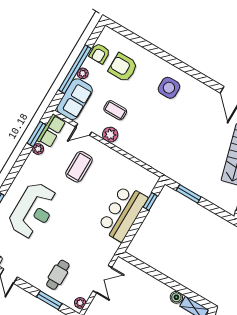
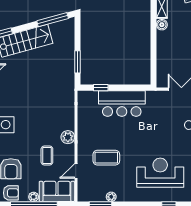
door: (84, 130) -> (76, 171), swing flipped
row of seats: (51, 131) -> (91, 195), removed
plant: (110, 135) -> (68, 137), moved

